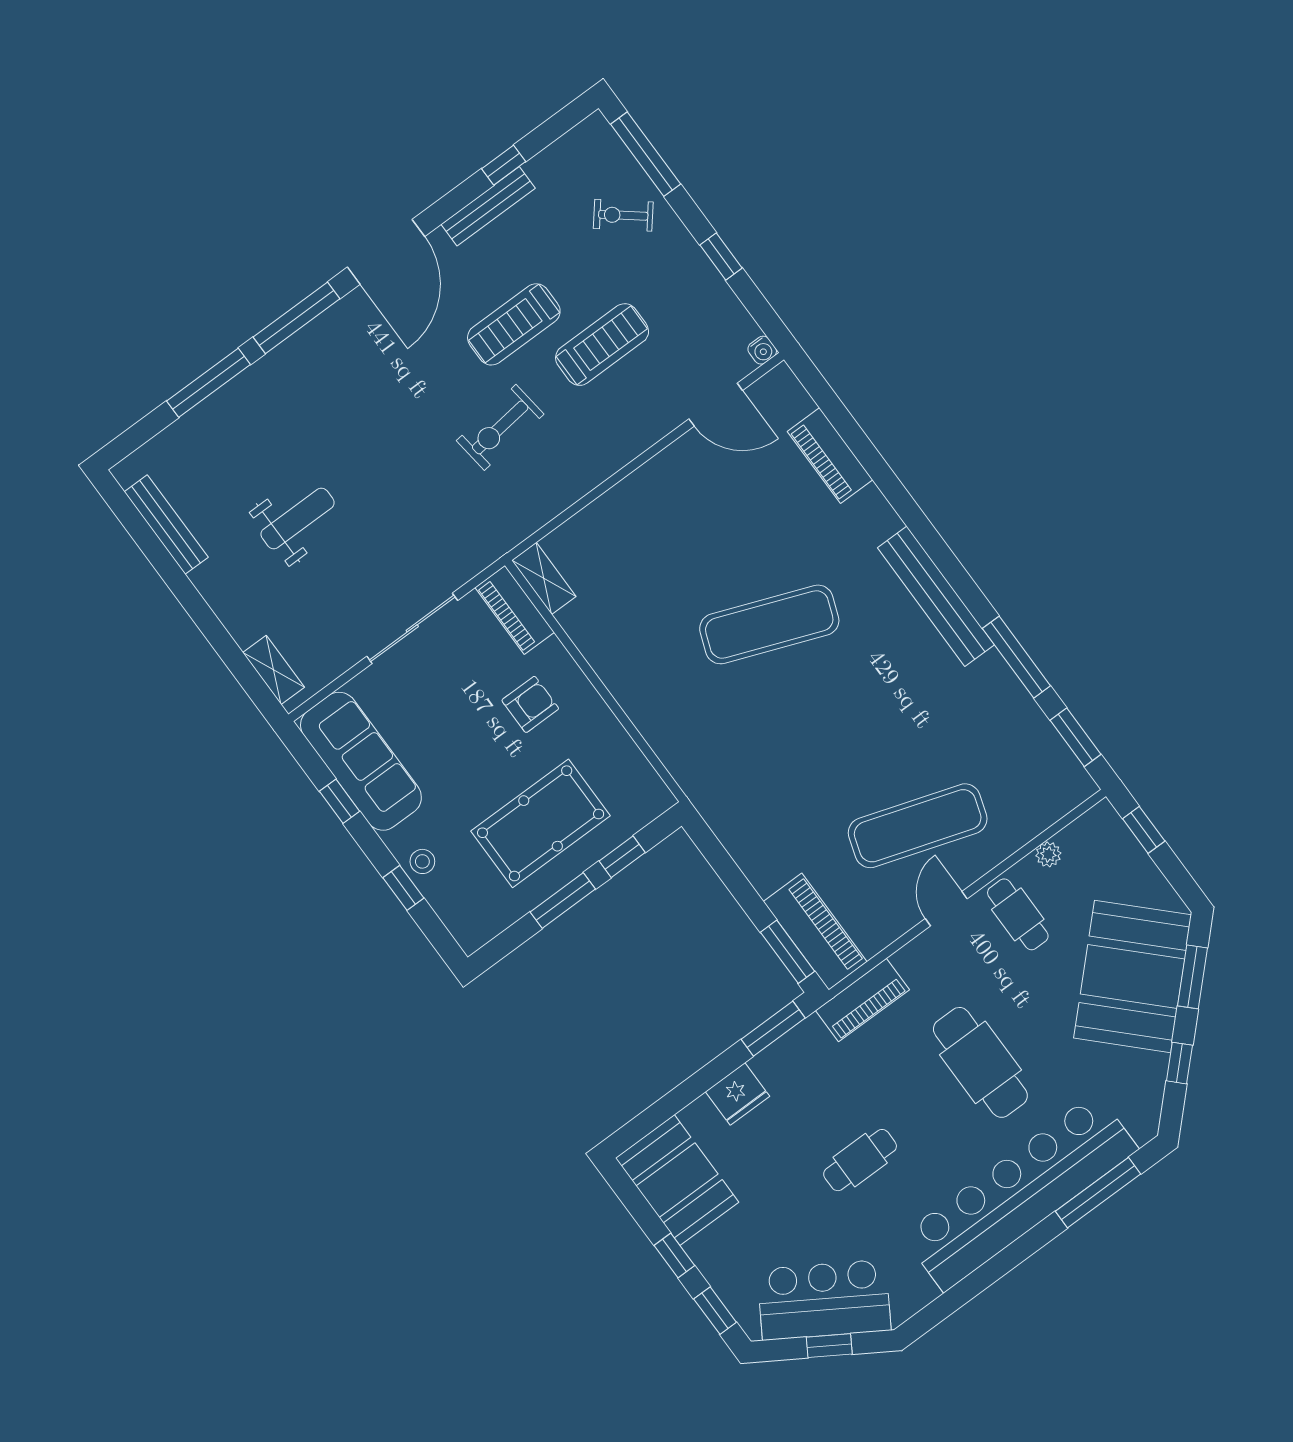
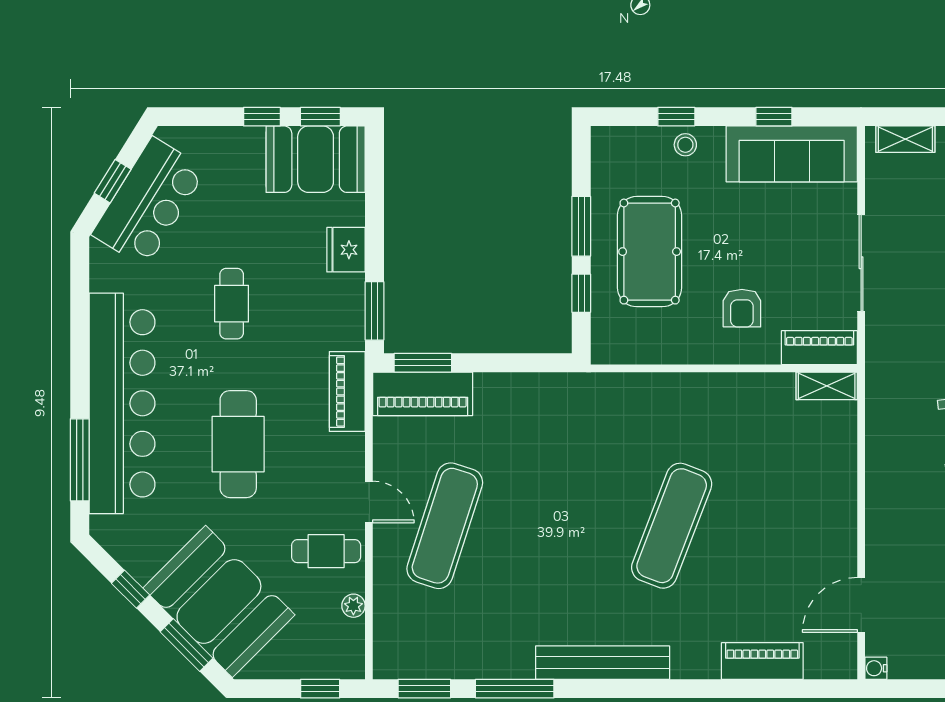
cafe table: (980, 1062) -> (238, 444), turned 90
window: (715, 1311) -> (320, 117), moved

